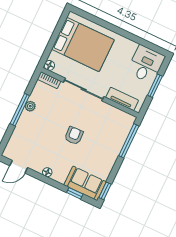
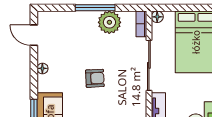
plant: (30, 106) -> (109, 22), width x1.88, depth x1.88

